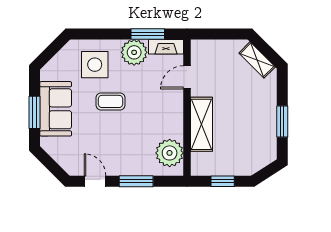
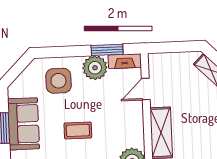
coffee table: (110, 101) -> (78, 130), moved

